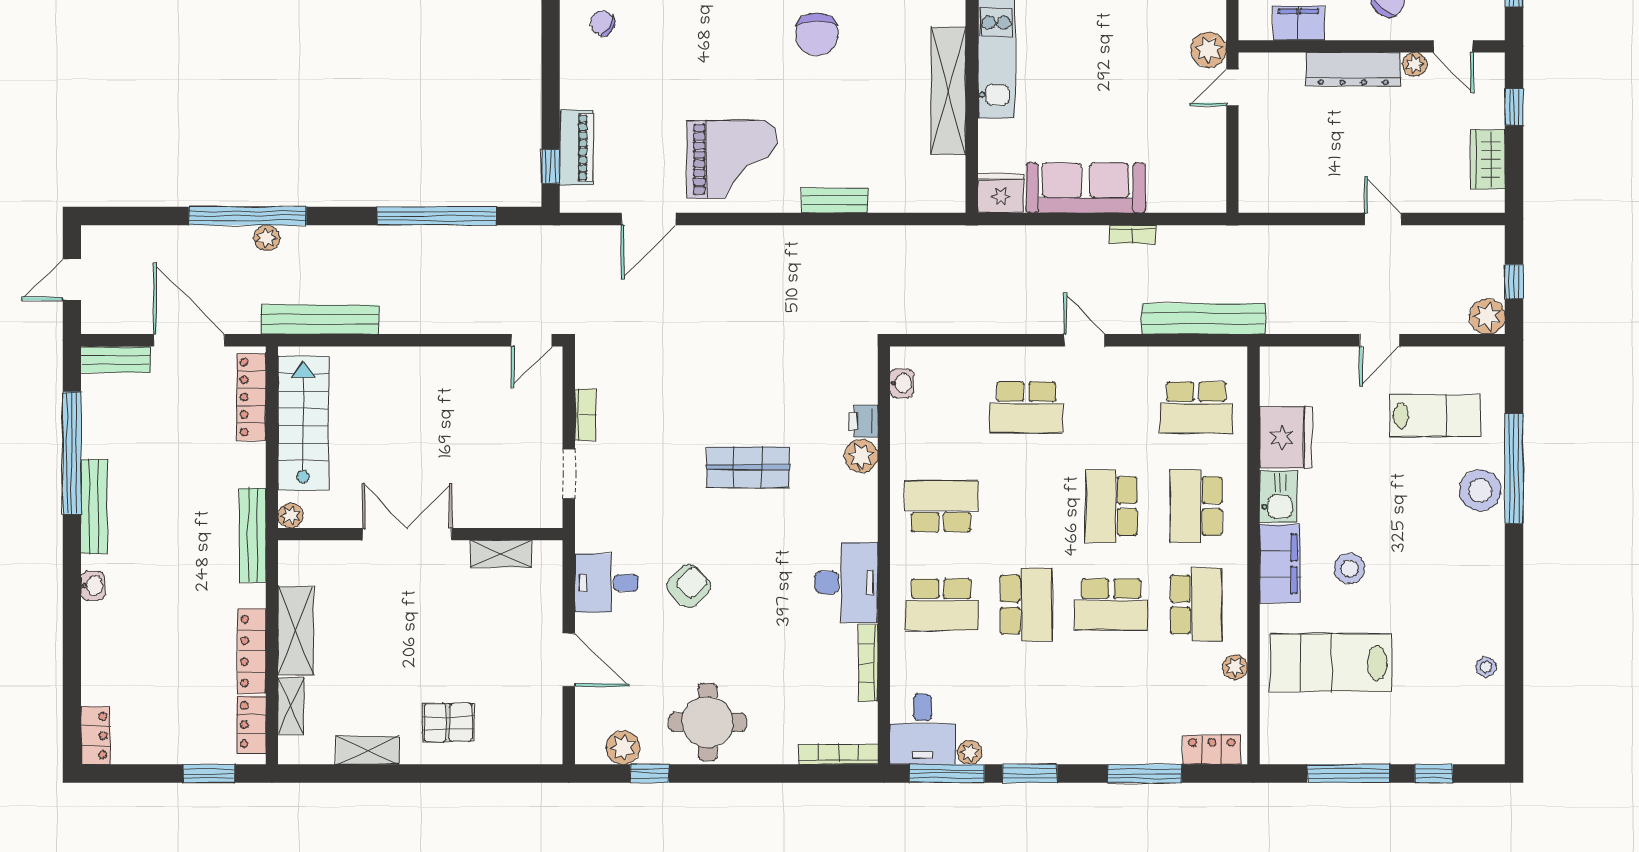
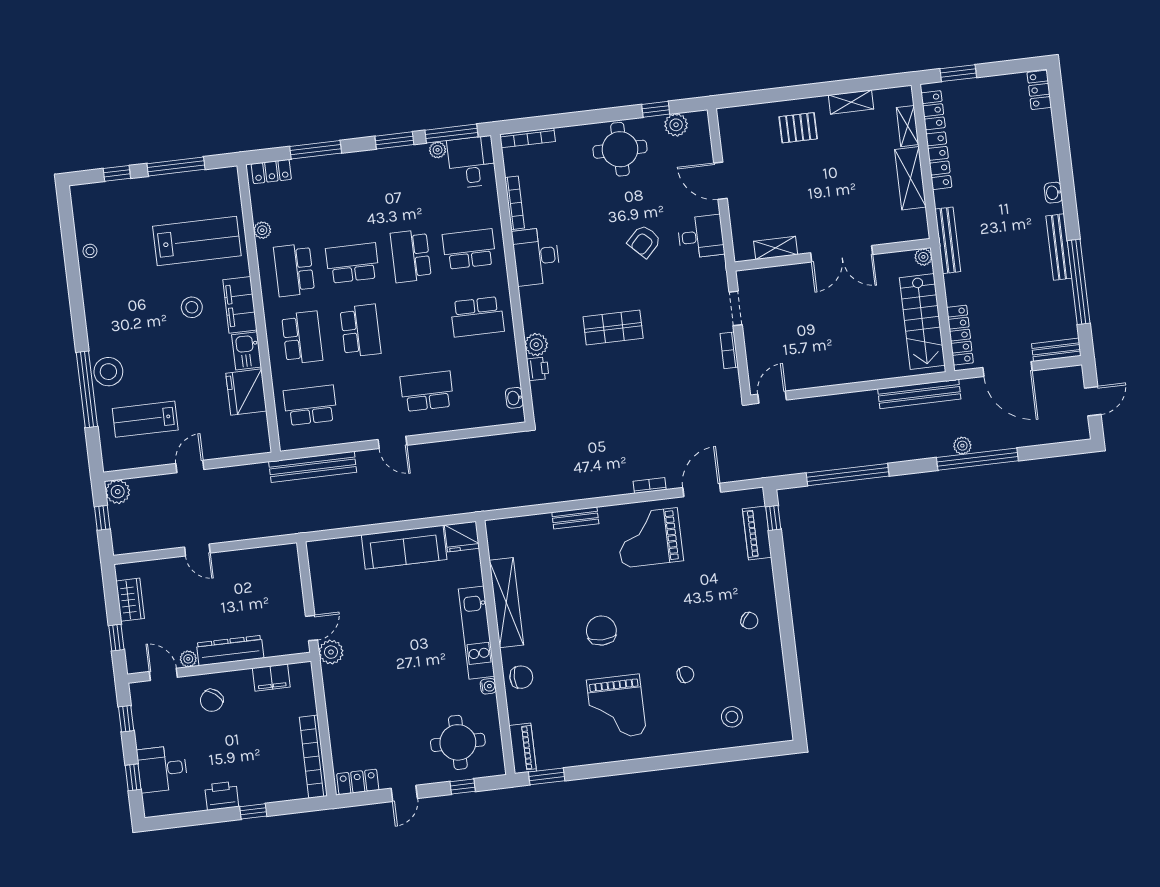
bookcase: (1133, 234) -> (650, 485), moved

